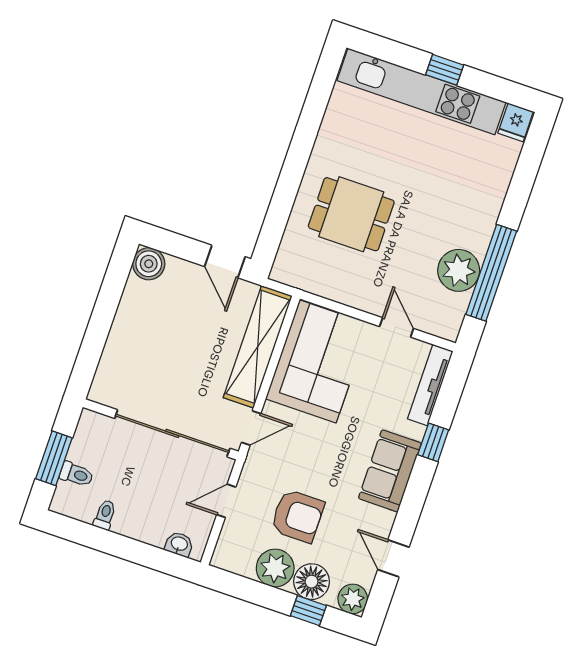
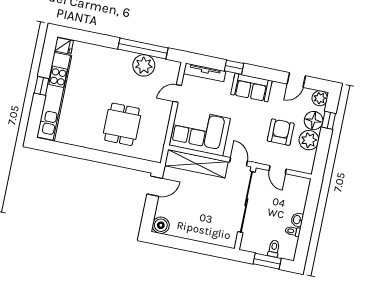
washbasin: (179, 544) -> (297, 220), moved

